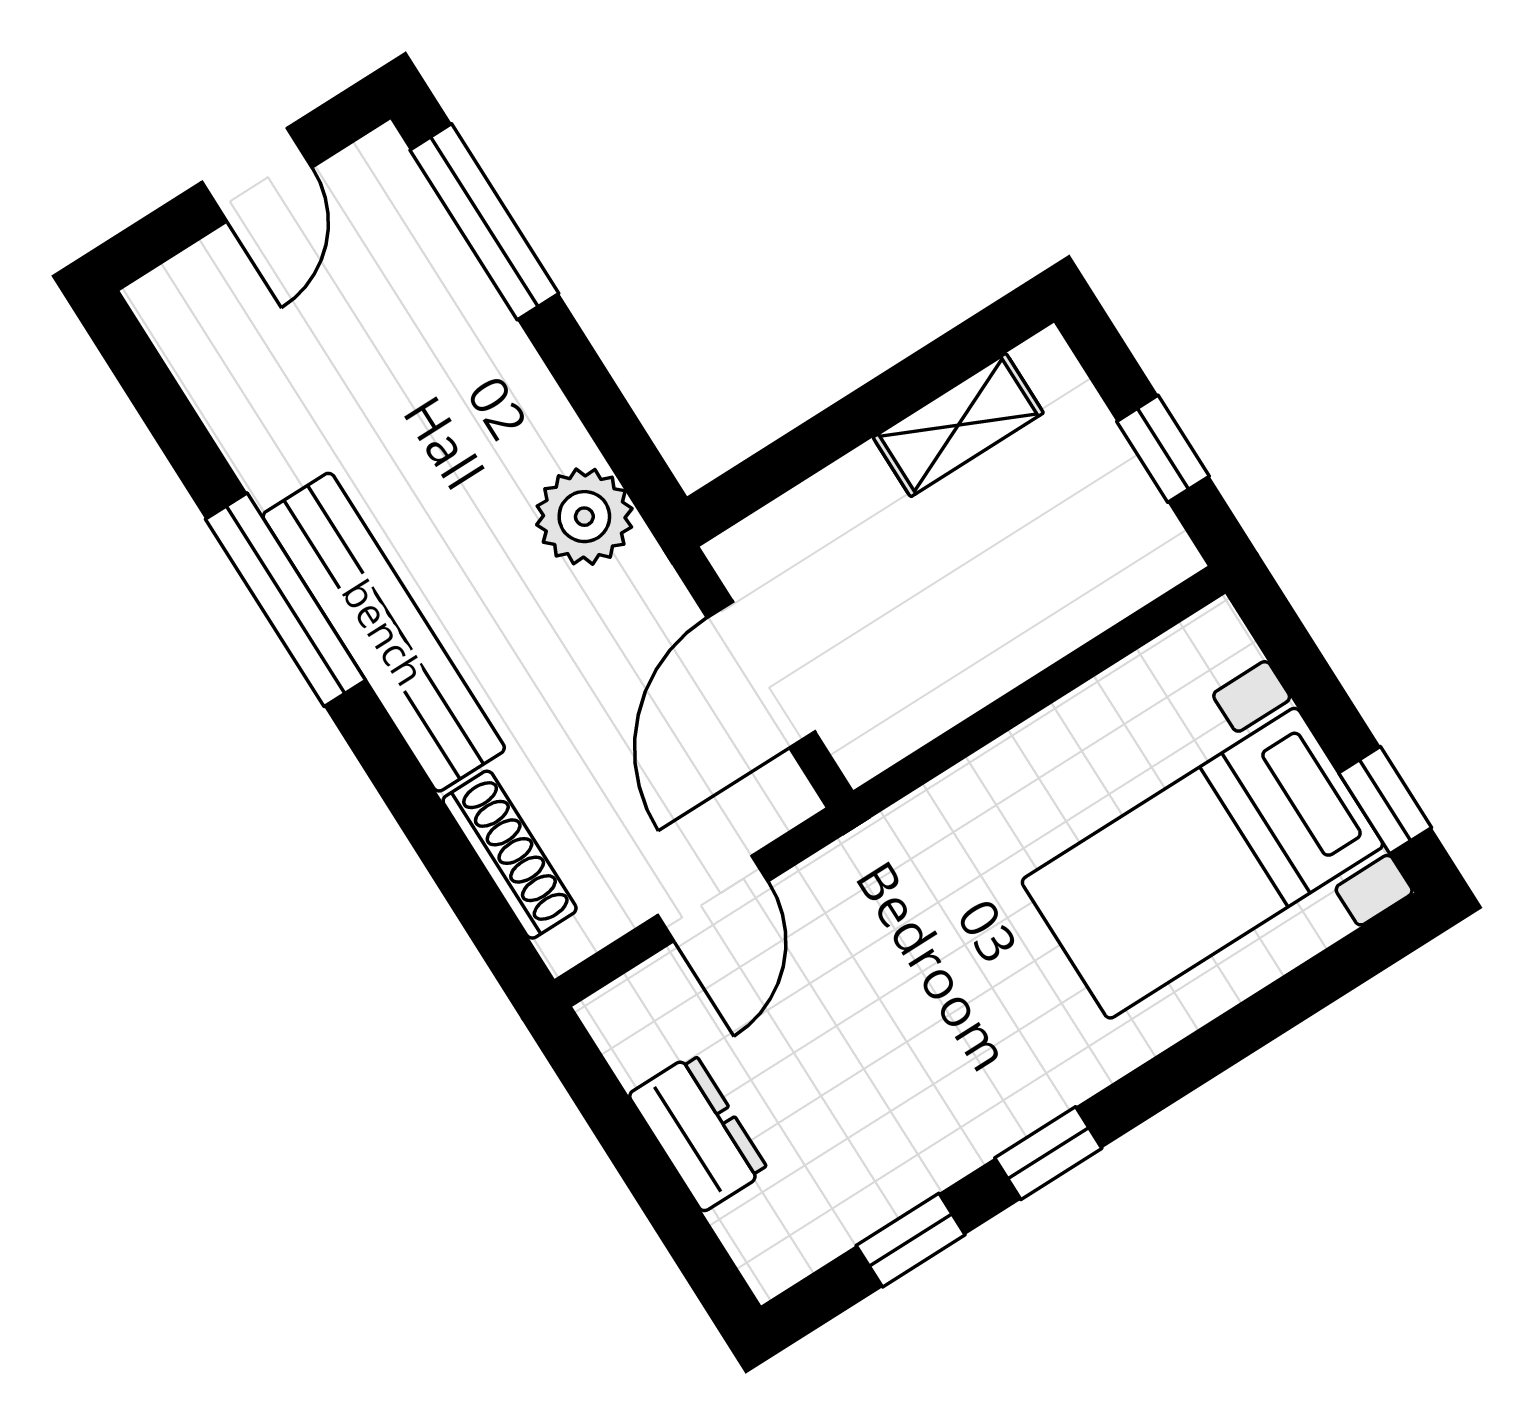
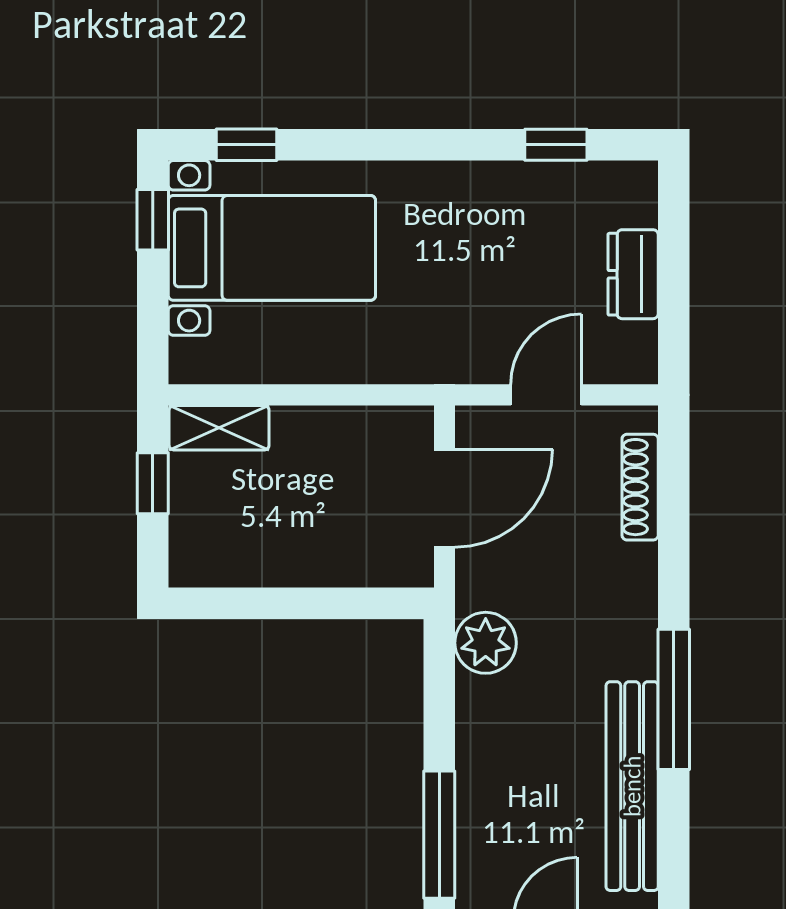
shelving: (958, 425) -> (219, 428), moved
bench: (384, 632) -> (632, 786), moved
window: (1048, 1153) -> (246, 145), moved

